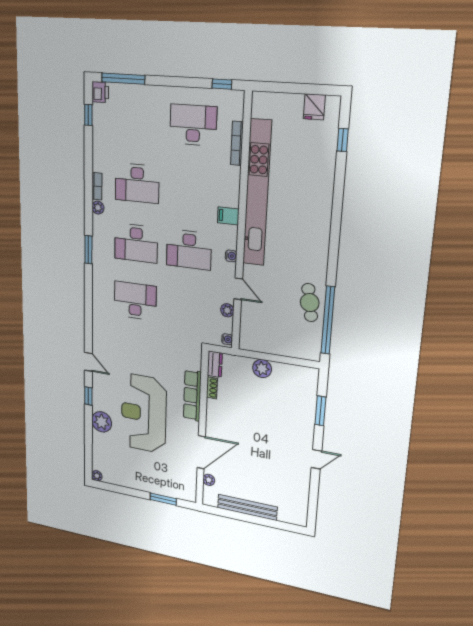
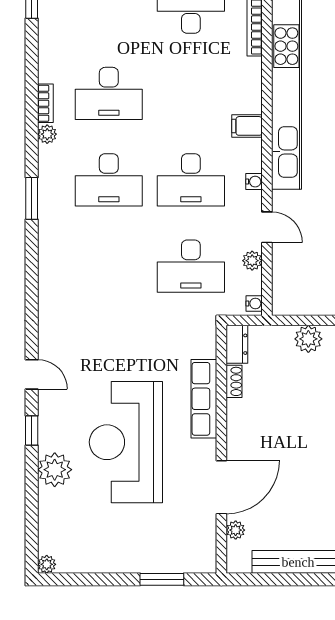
desk: (135, 301) -> (191, 266), moved, turned 180

